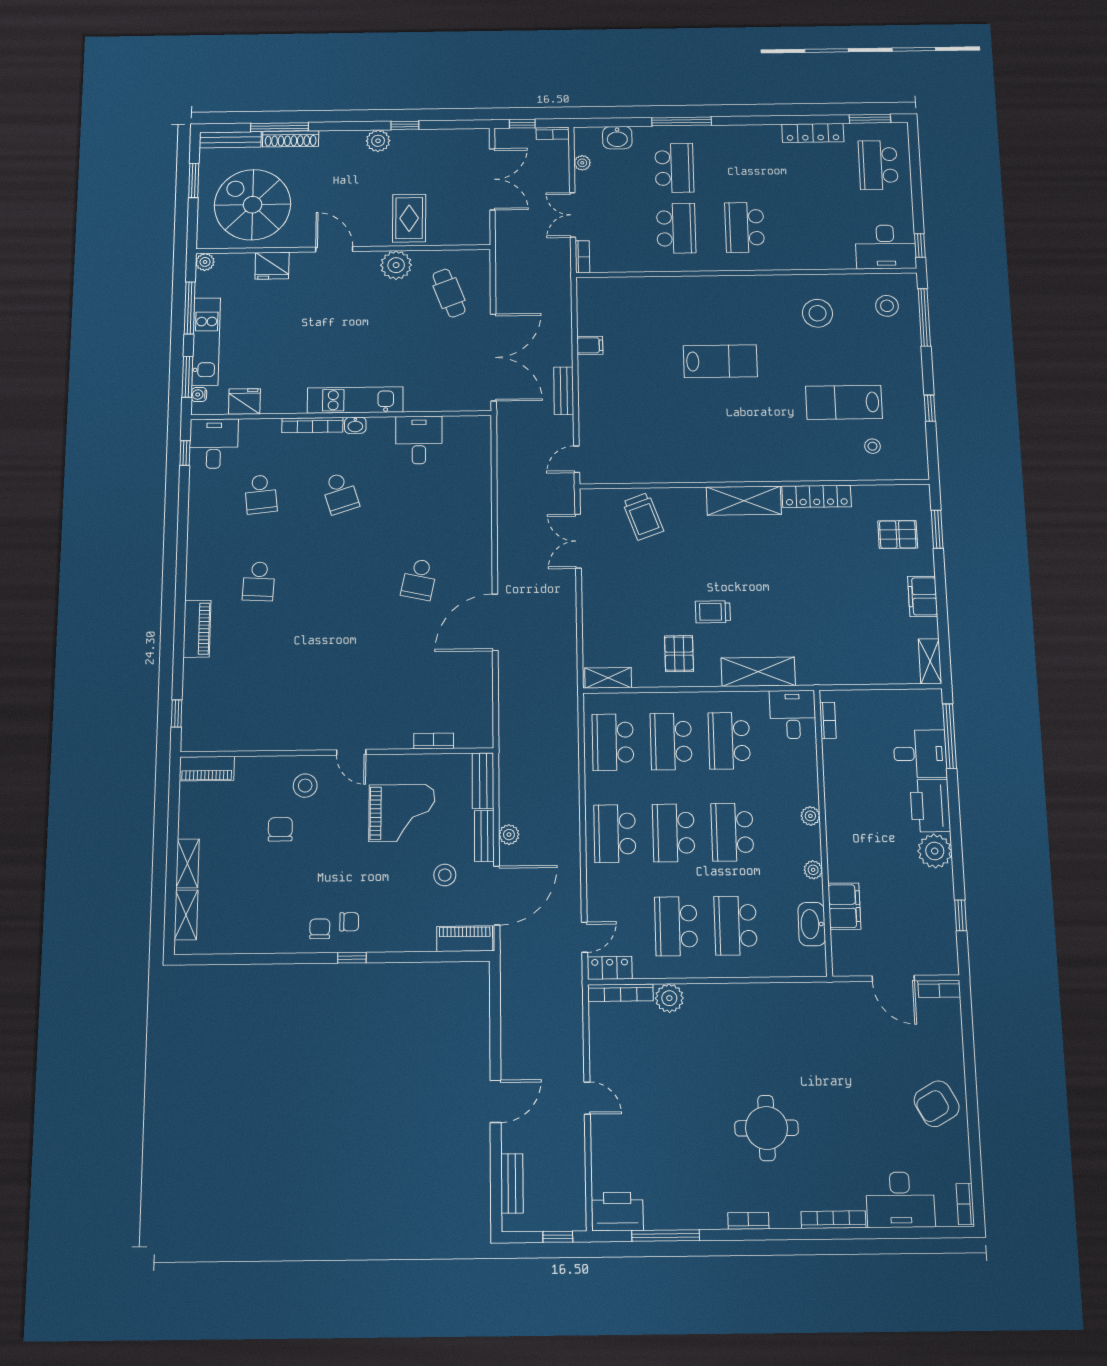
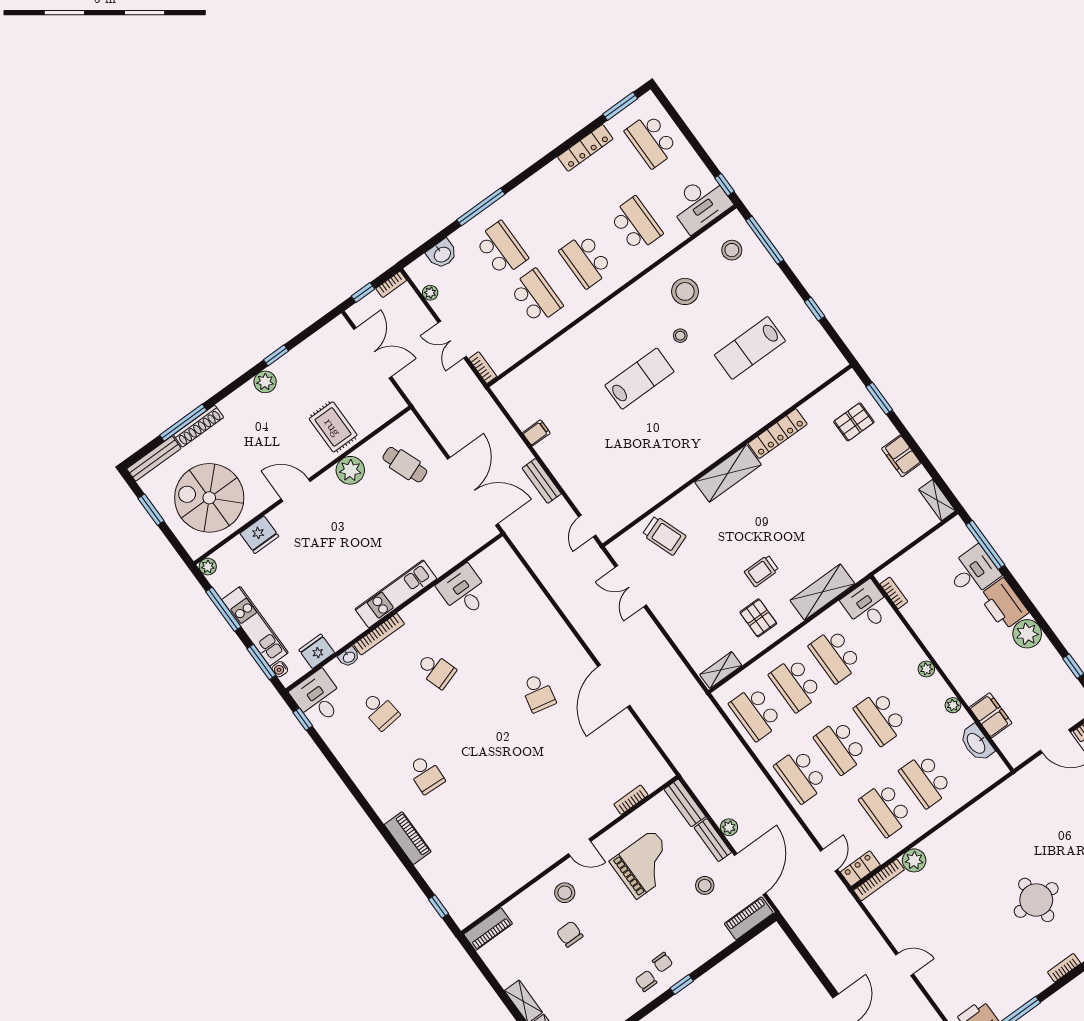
school desk: (813, 226) -> (636, 224), added
washbasin: (355, 425) -> (349, 657), moved
stool: (872, 446) -> (680, 336), moved
chair: (349, 922) -> (662, 962), turned 90

